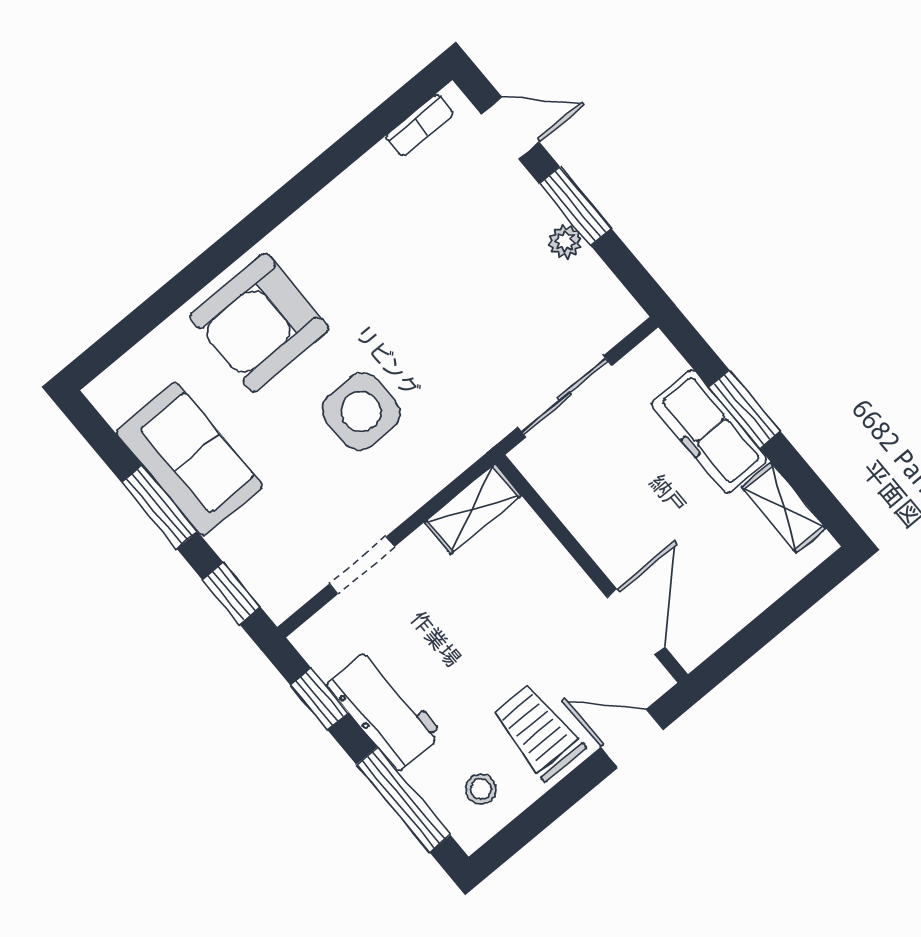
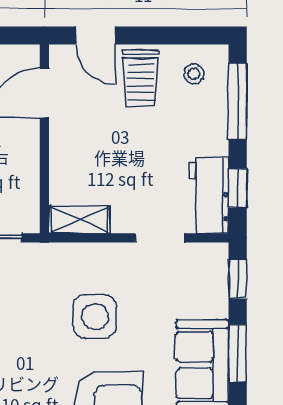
workbench: (384, 709) -> (209, 195), moved

